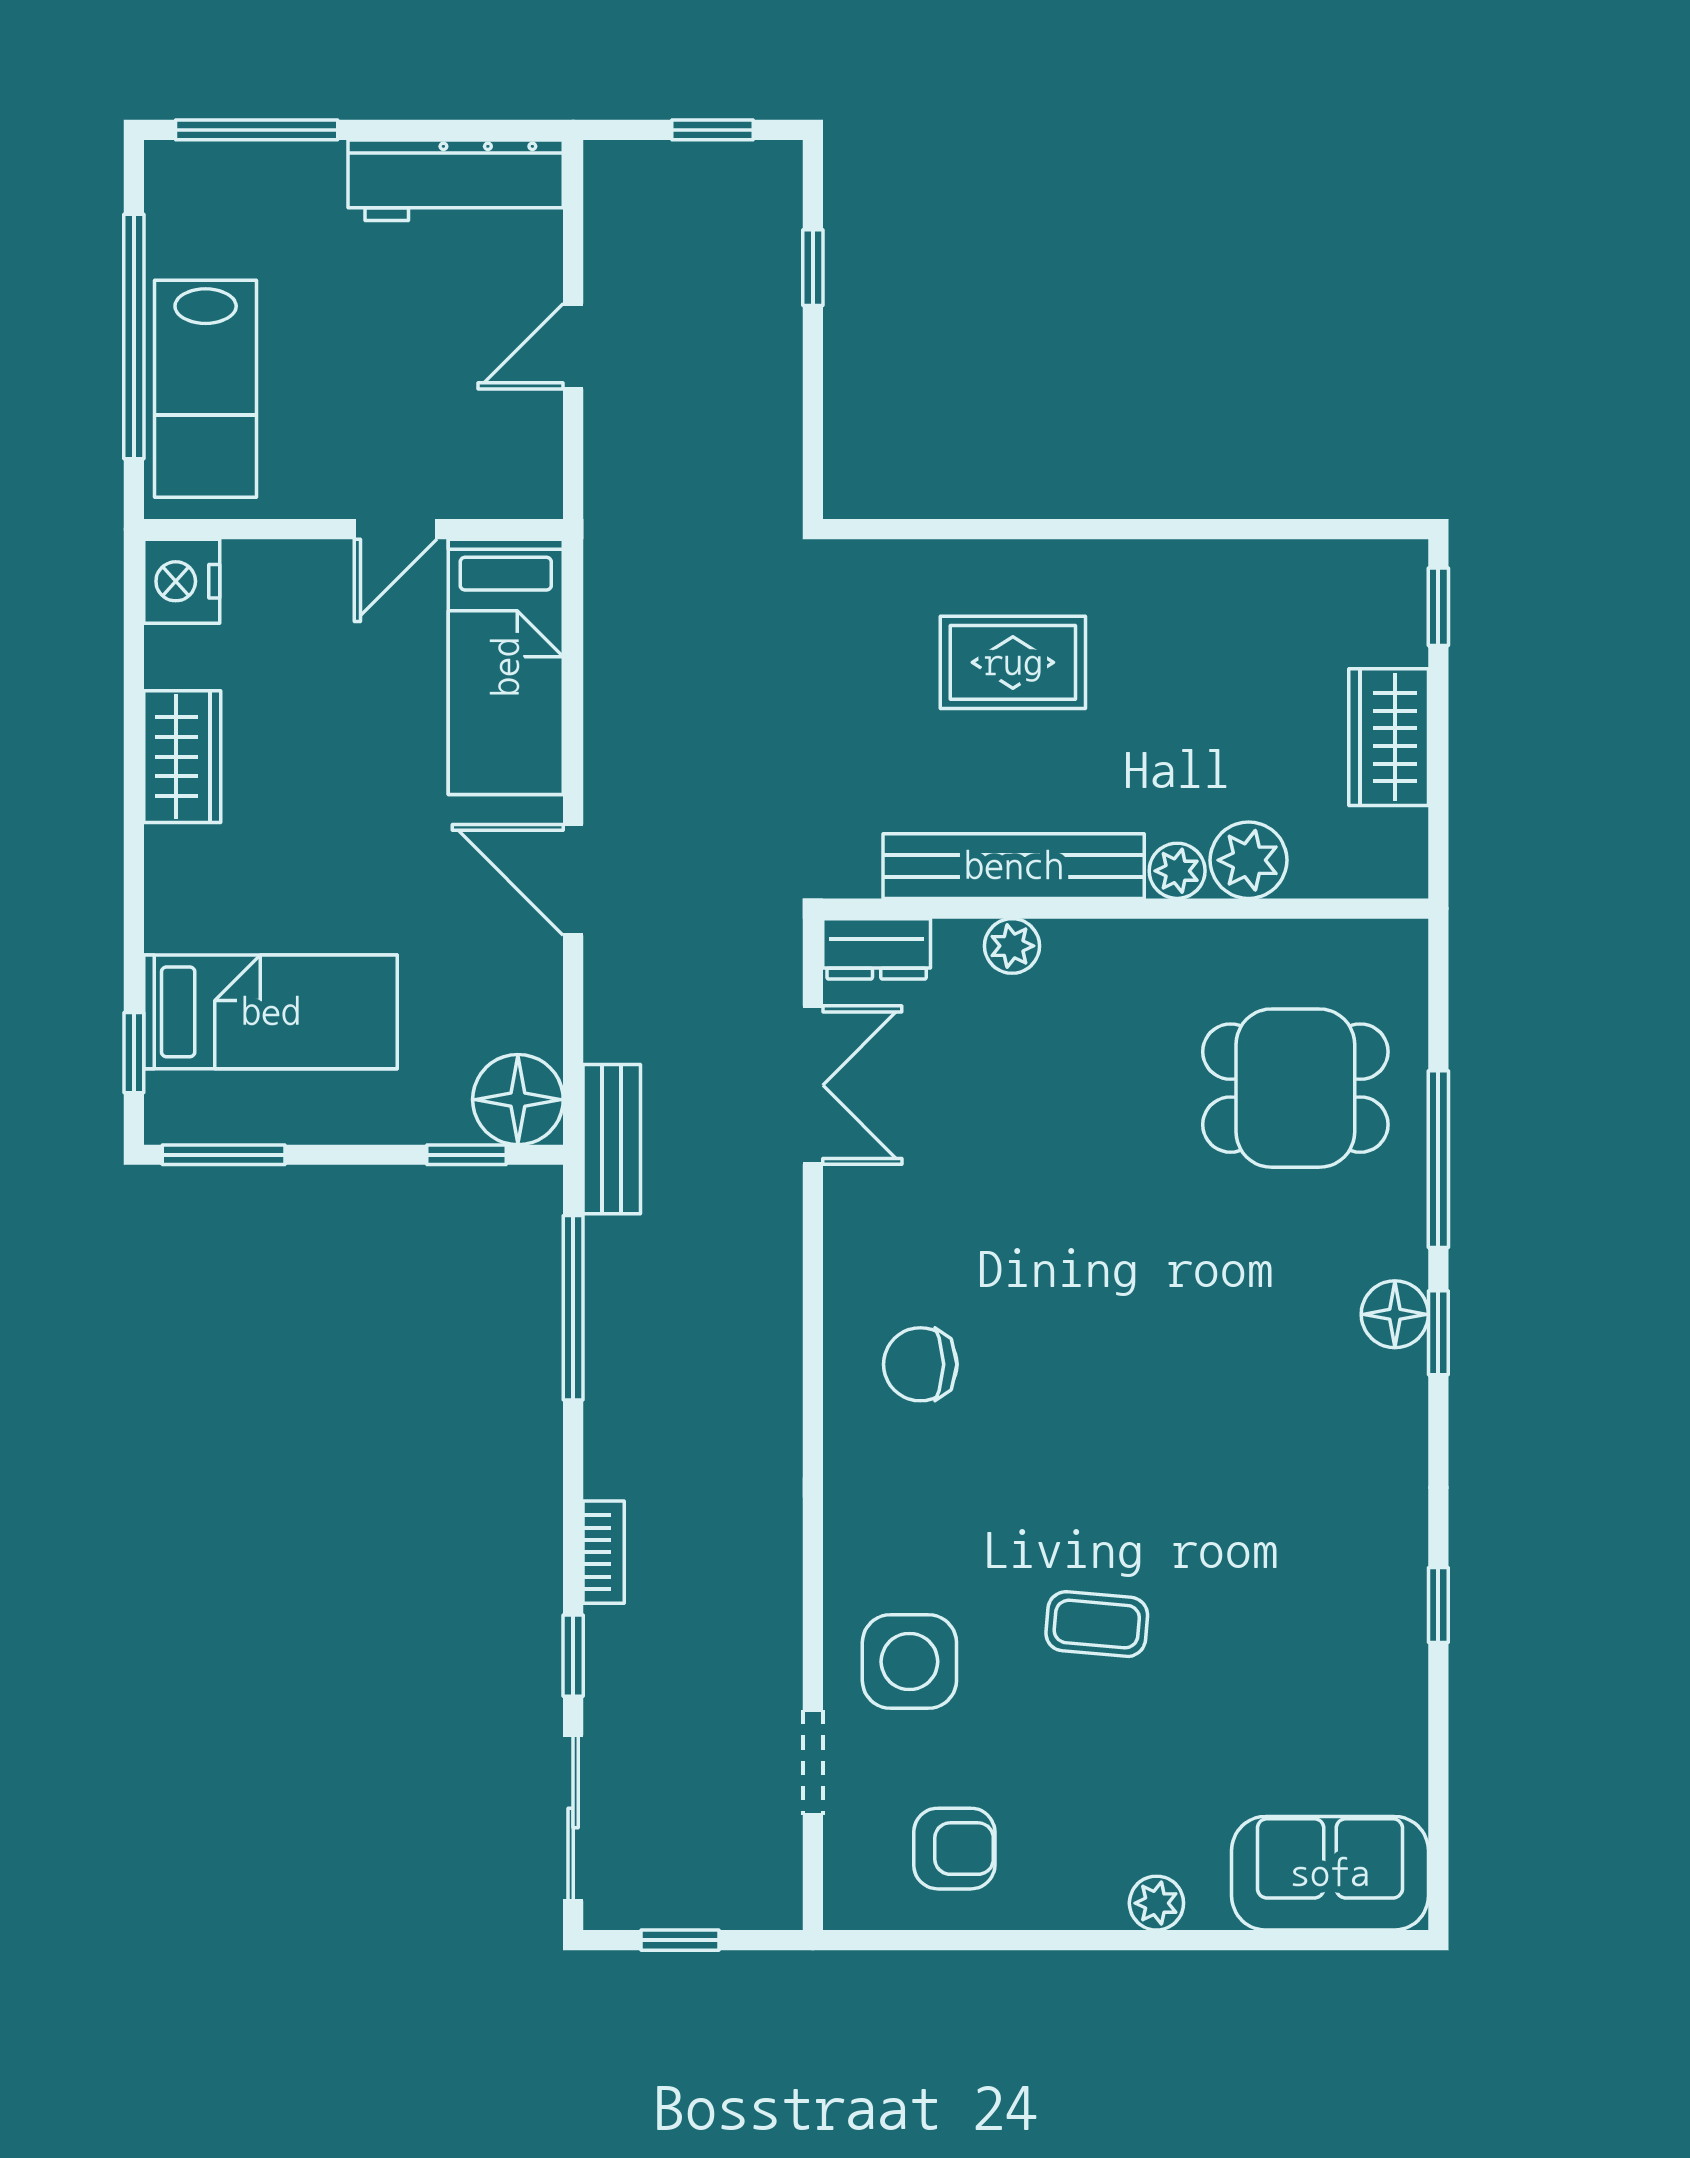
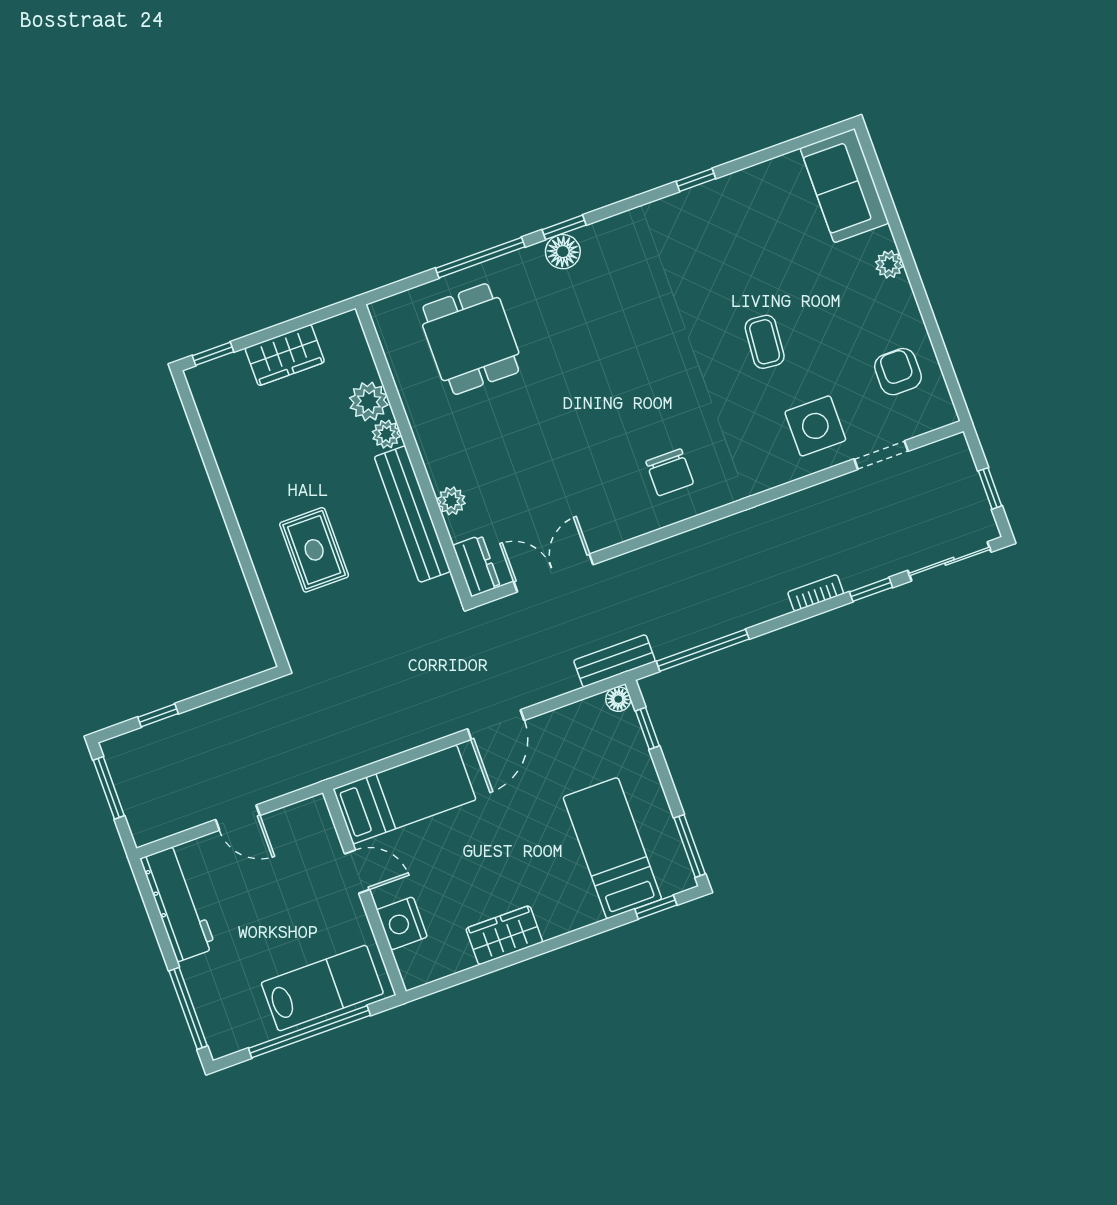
window: (712, 130) -> (109, 788), width x1.50
nightstand: (182, 581) -> (402, 923), moved, turned 90
floor lamp: (518, 1100) -> (618, 699), width x0.53, depth x0.53

